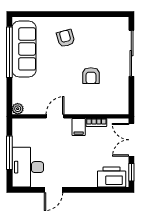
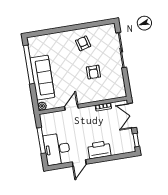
armchair: (66, 38) -> (83, 43), moved
sofa: (24, 49) -> (42, 78), moved
filing cabinet: (79, 127) -> (90, 112), removed
printer: (112, 177) -> (99, 150), moved

